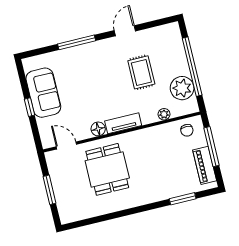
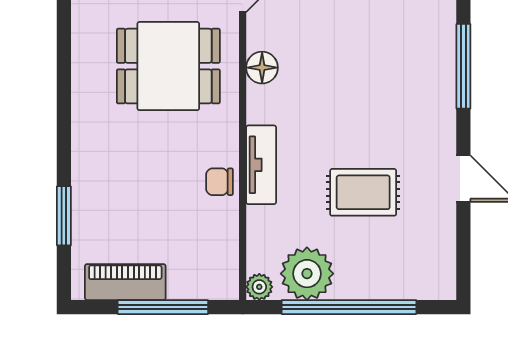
plant: (164, 114) -> (259, 287), moved
tv unit: (123, 123) -> (261, 165), moved
chair: (187, 130) -> (220, 182), moved

